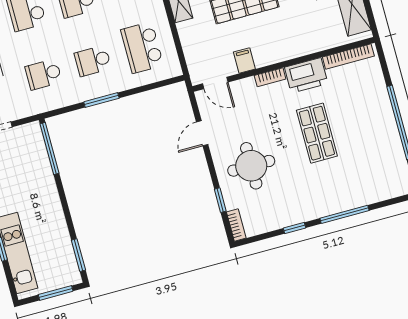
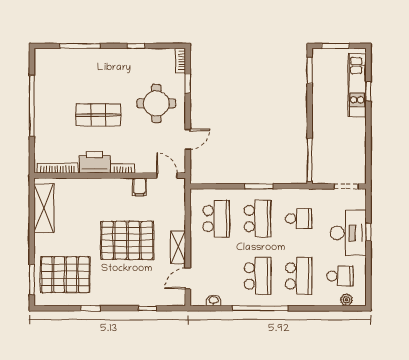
school desk: (93, 61) -> (257, 219), width x1.85
shop shelf: (317, 133) -> (98, 115), turned 90
window: (345, 214) -> (80, 46), moved

